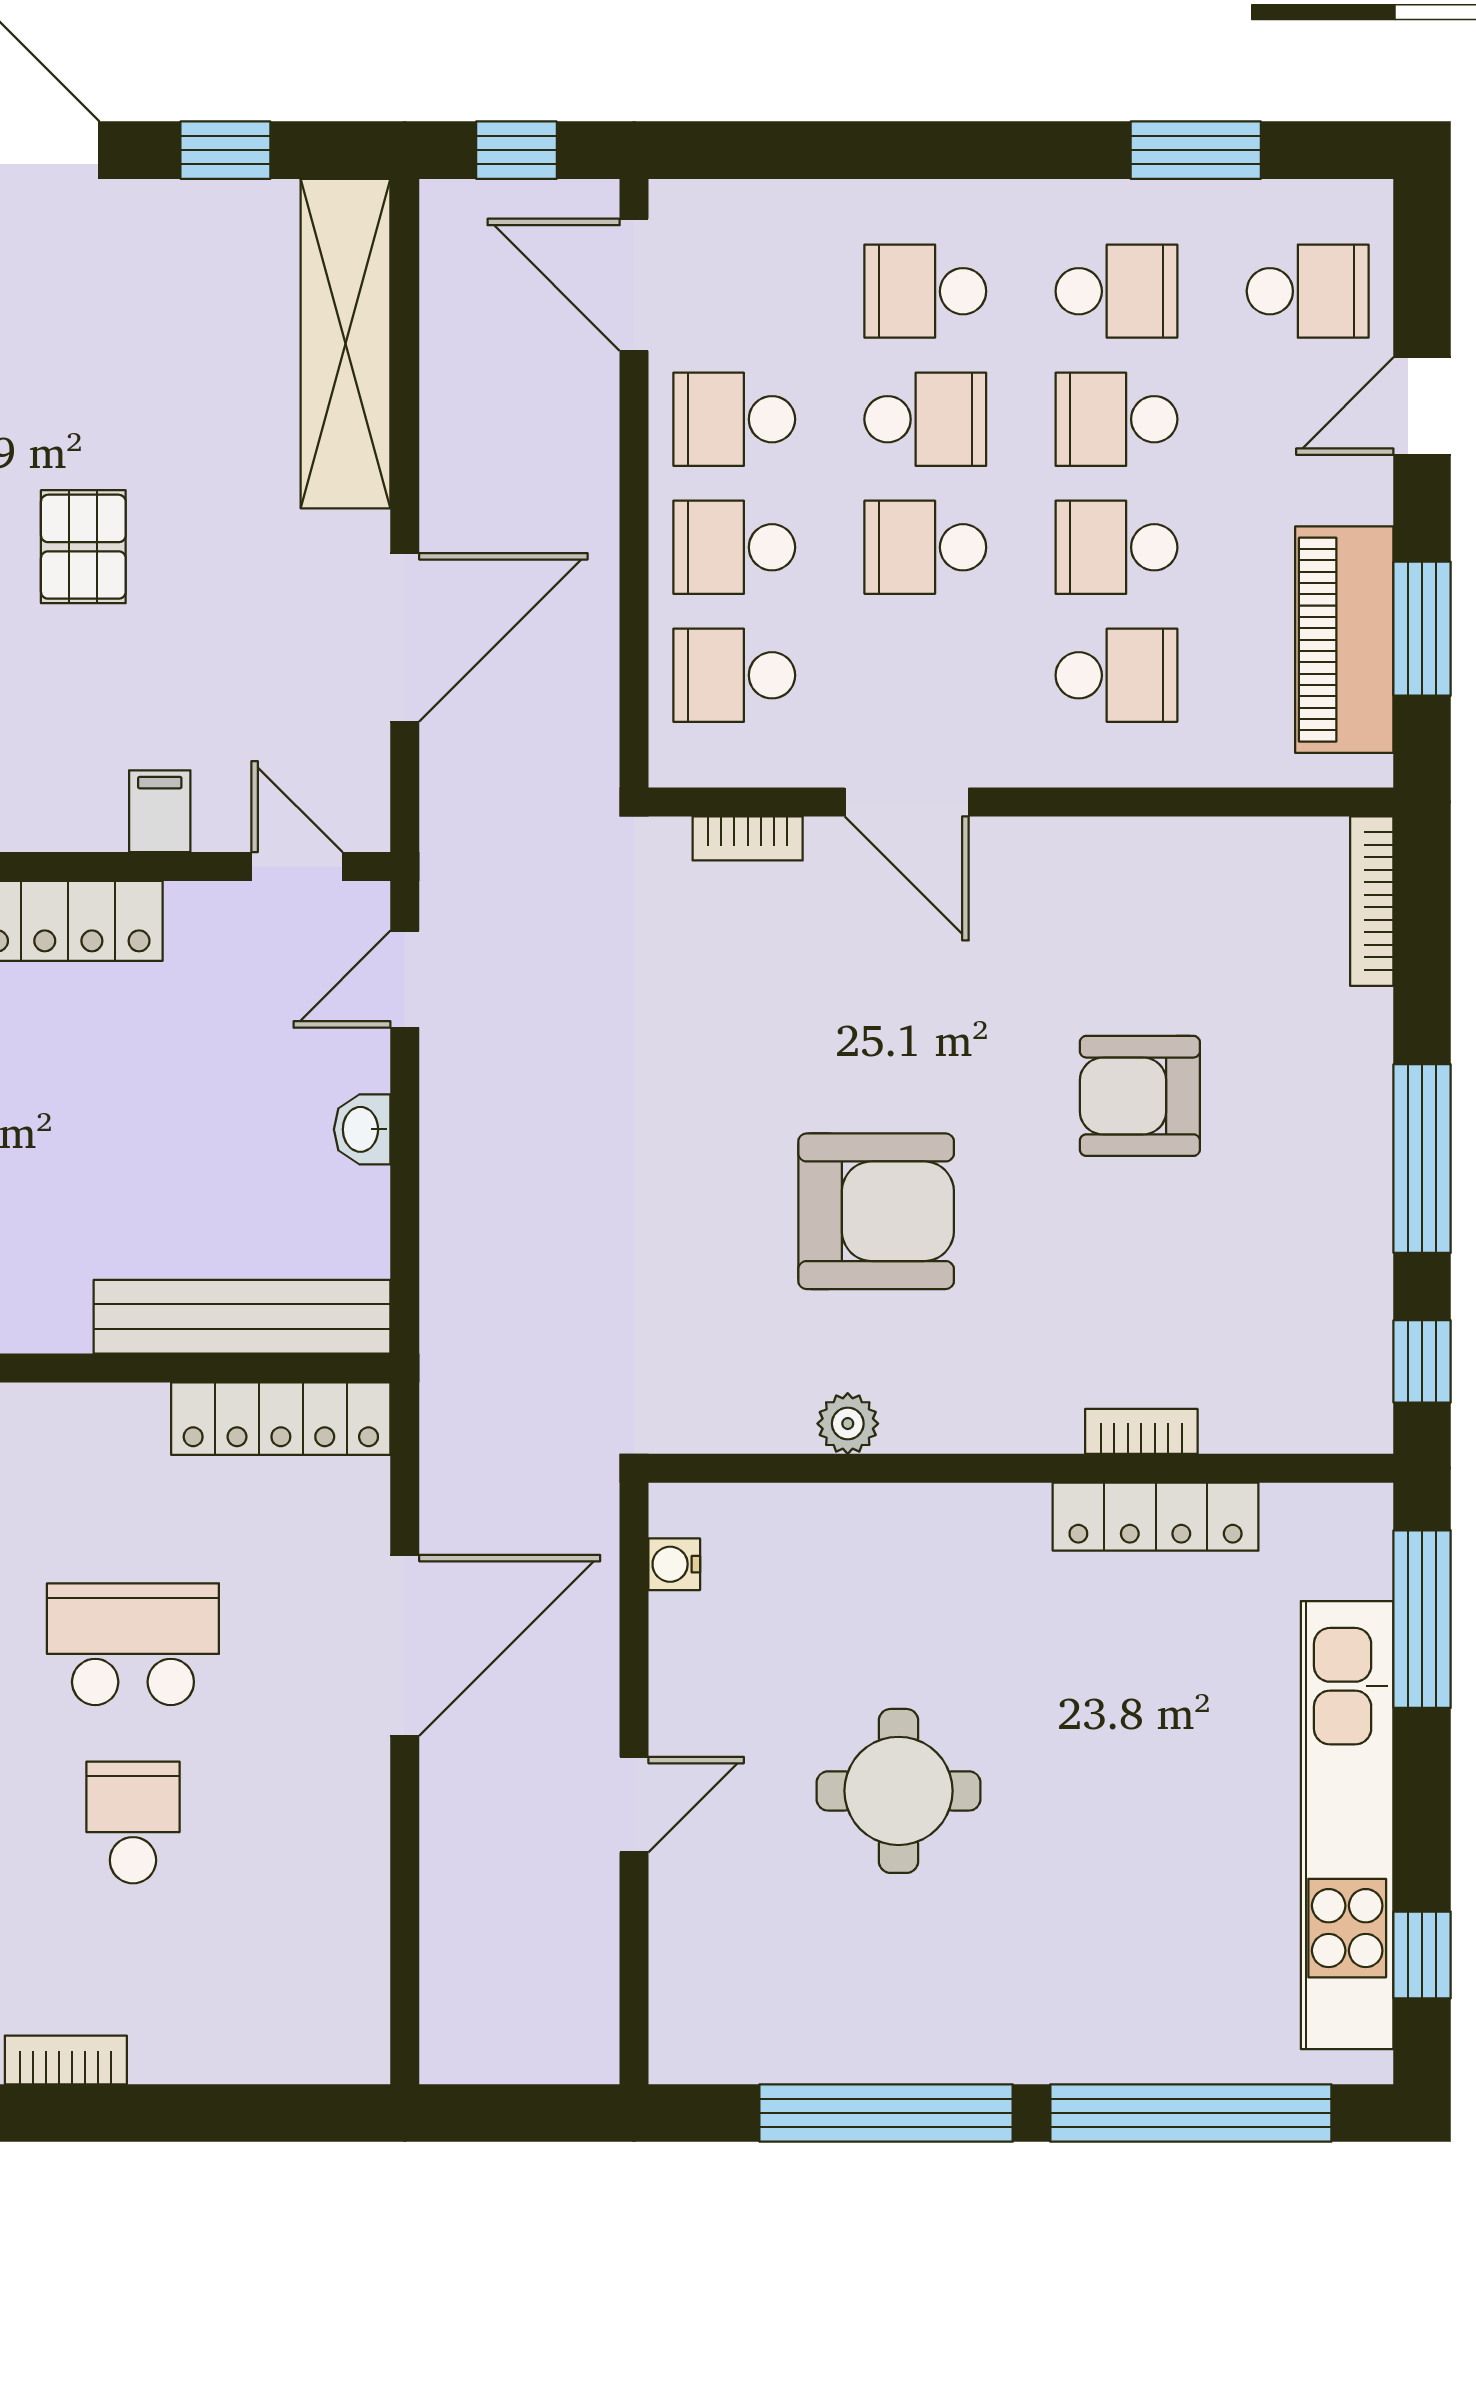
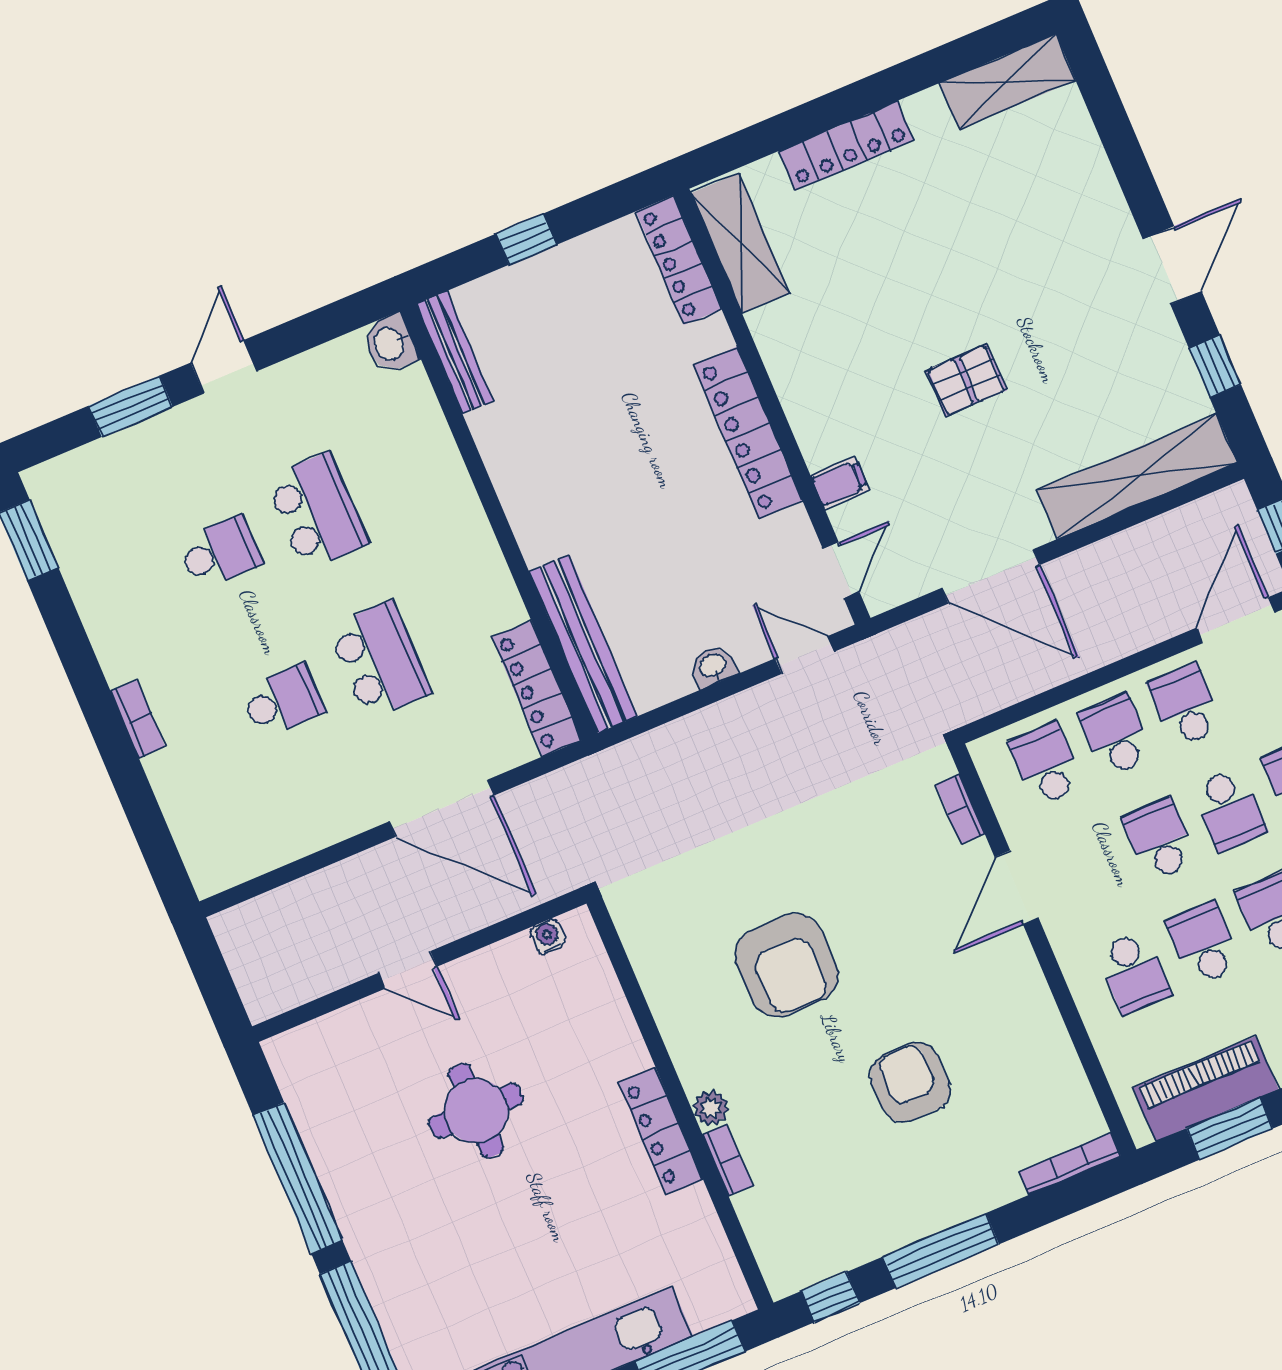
plant: (848, 1424) -> (711, 1108), moved
locker: (1156, 1517) -> (661, 1131), moved

